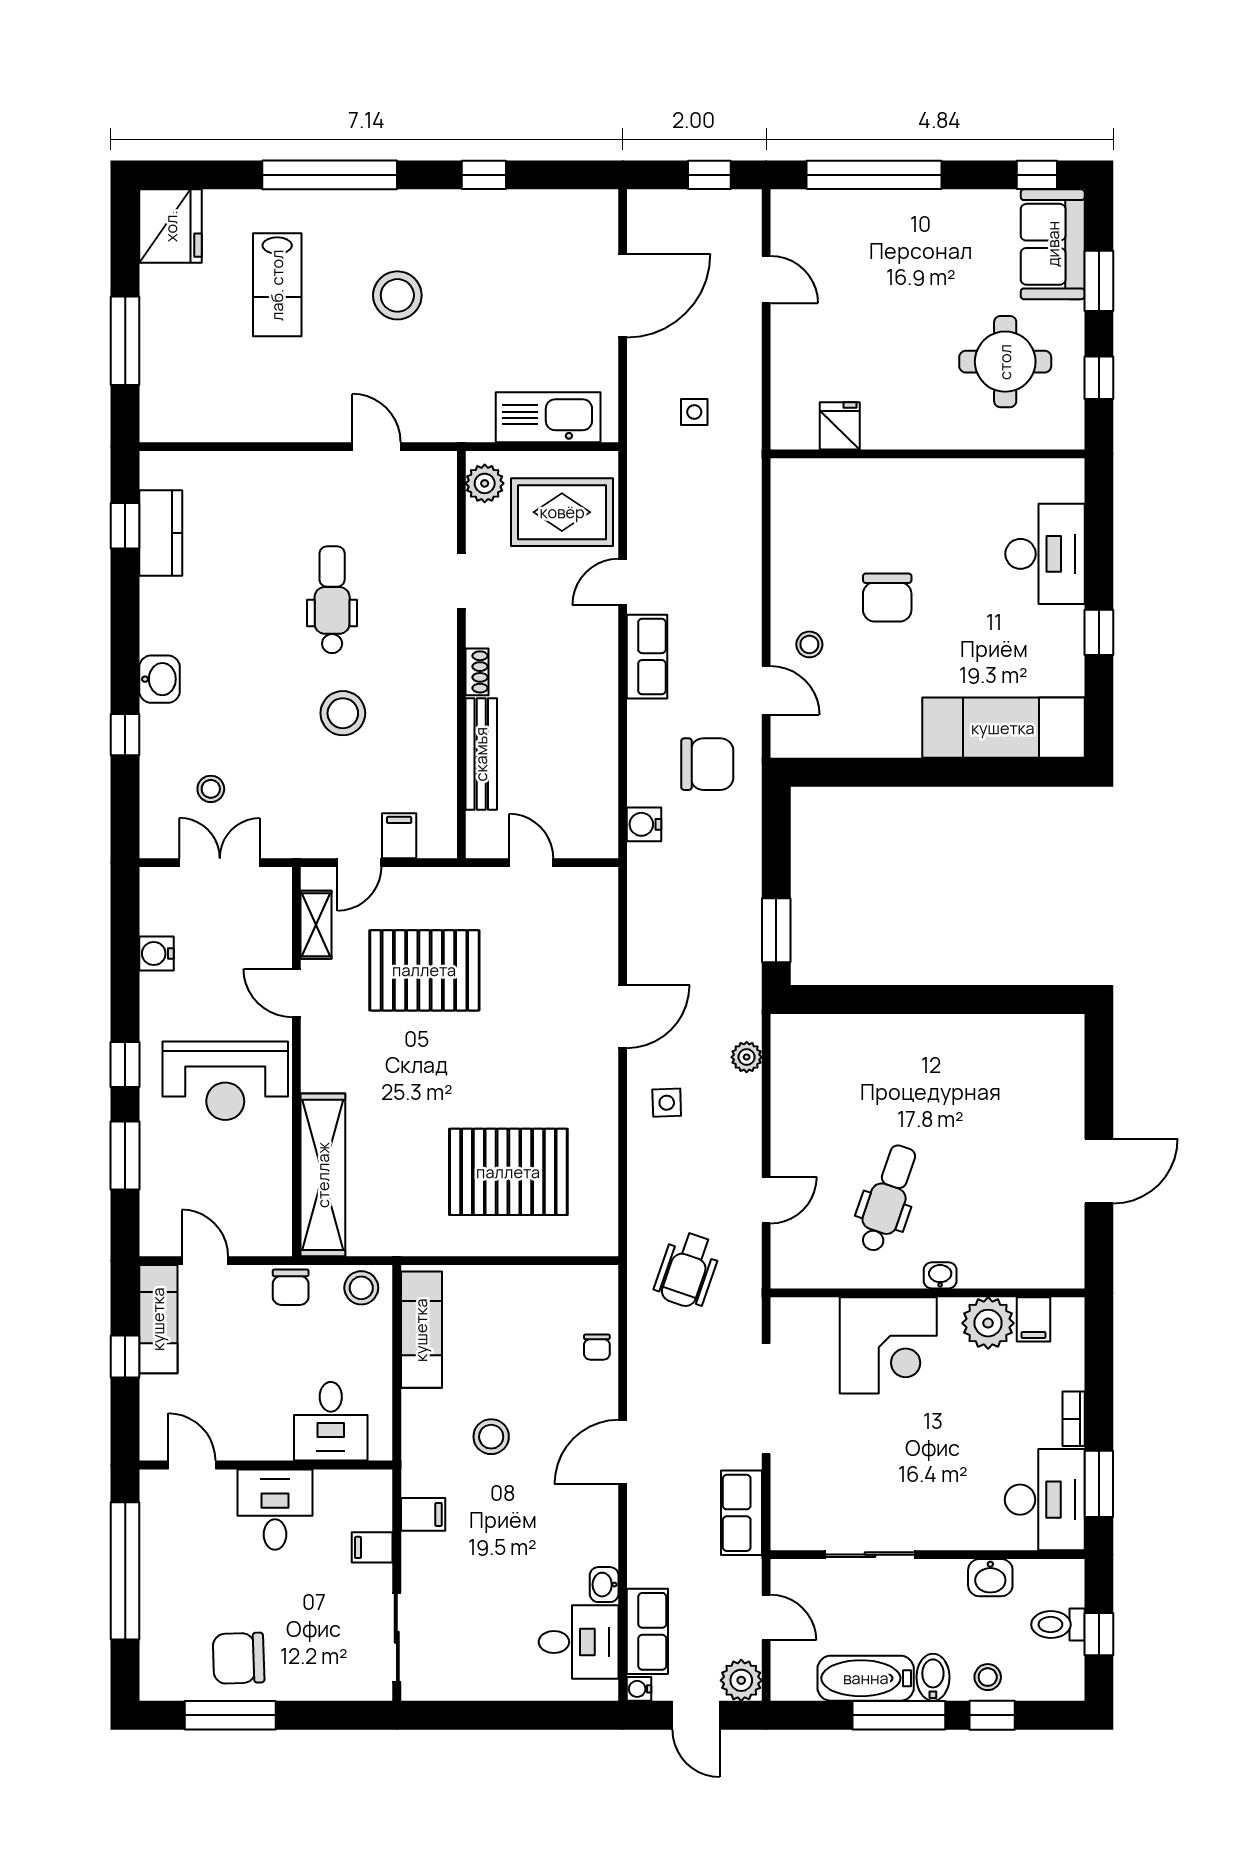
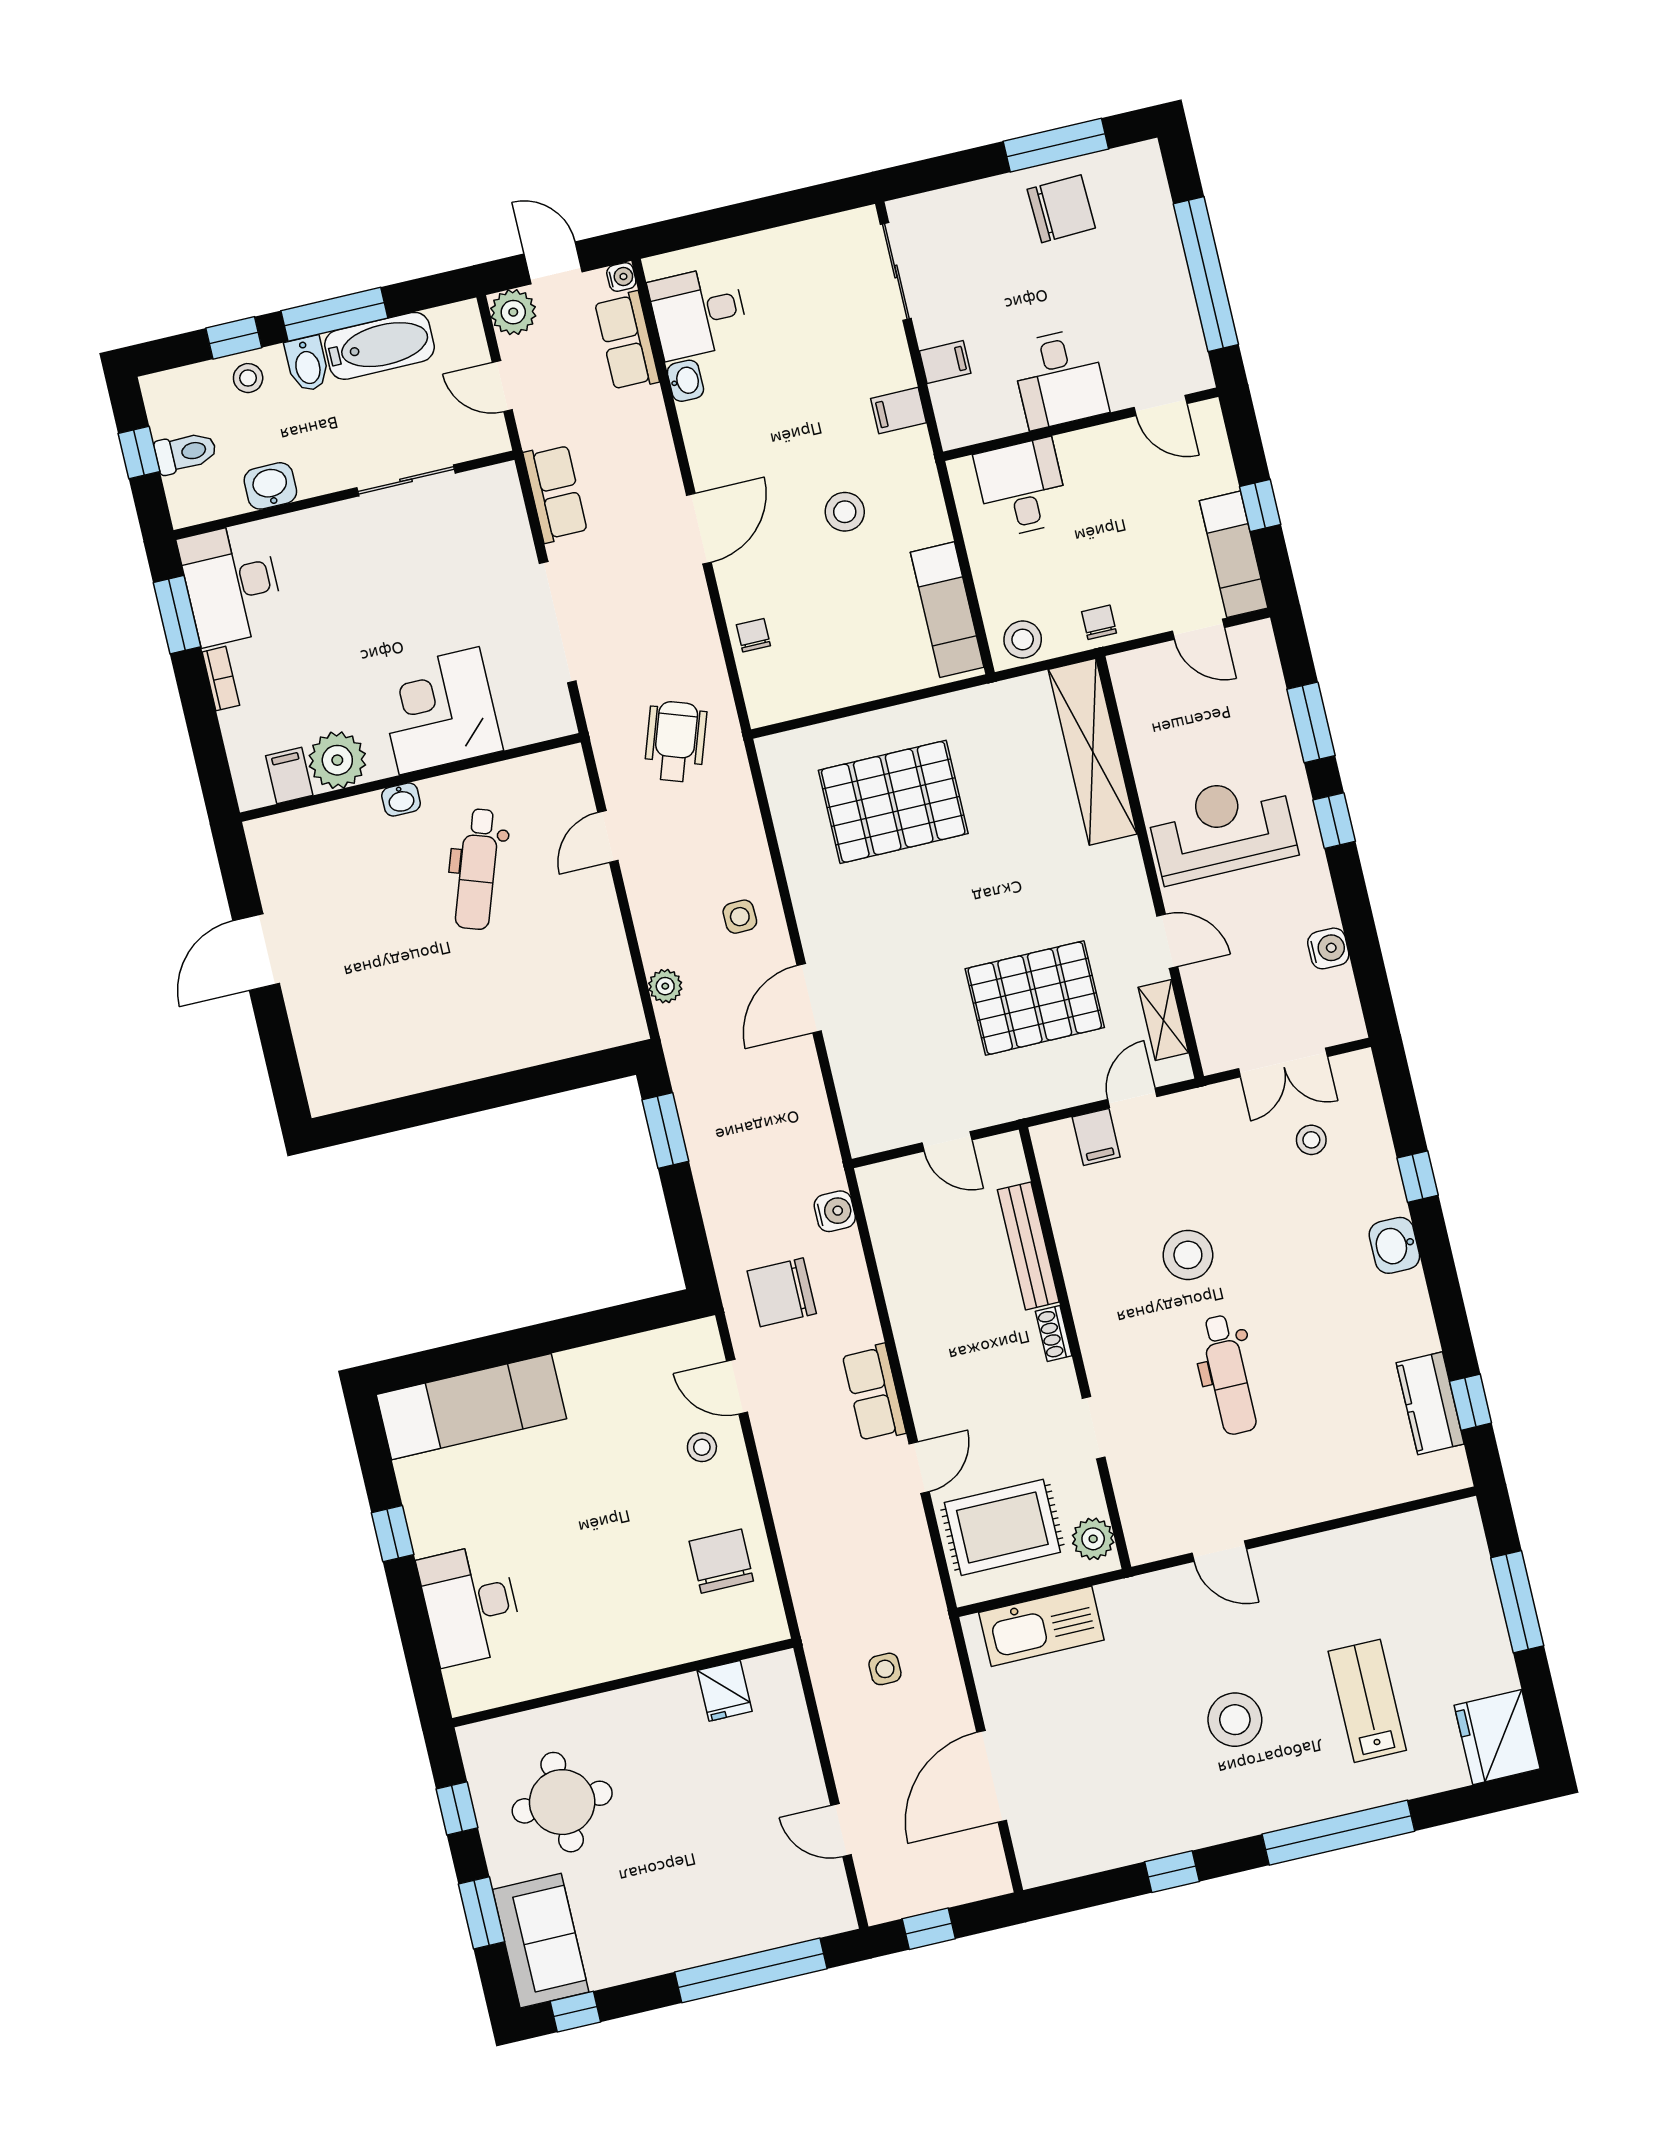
chair: (887, 598) -> (721, 1561), moved
chair: (291, 1287) -> (1099, 622), width x0.73, depth x0.73

